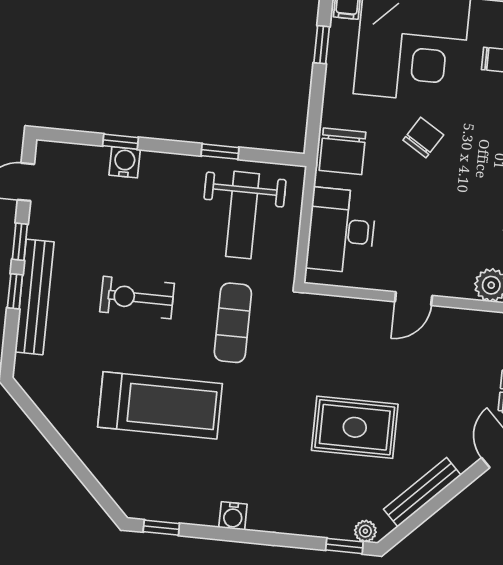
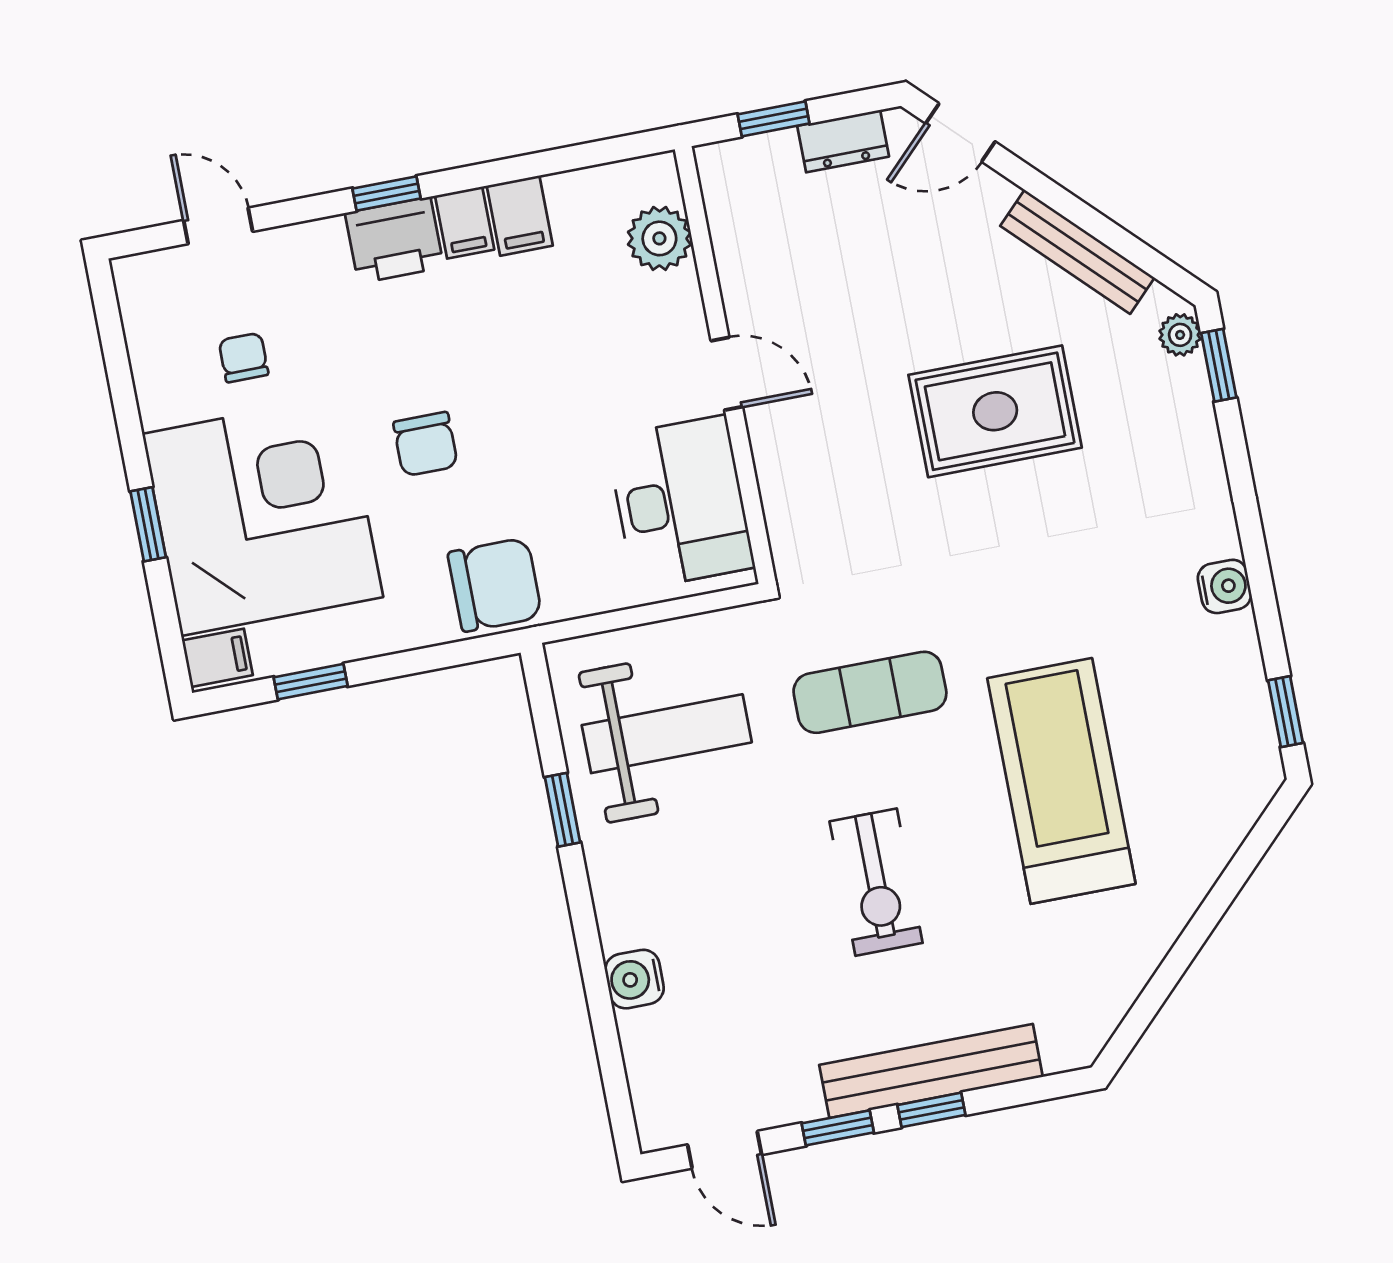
chair: (423, 138) -> (425, 444), turned -122
window: (120, 142) -> (599, 998), removed
desk: (341, 230) -> (680, 502), moved, turned -90
rug: (355, 427) -> (995, 411), turned 90

